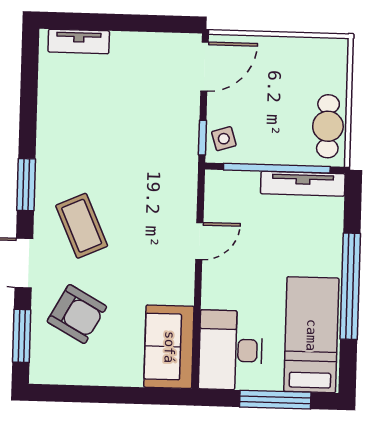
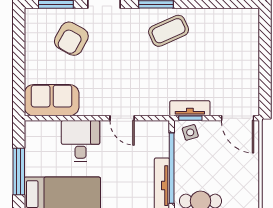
tv unit: (79, 41) -> (190, 108), moved, turned 90
coffee table: (82, 226) -> (169, 31), moved
desk: (231, 350) -> (81, 141), moved, width x0.73

